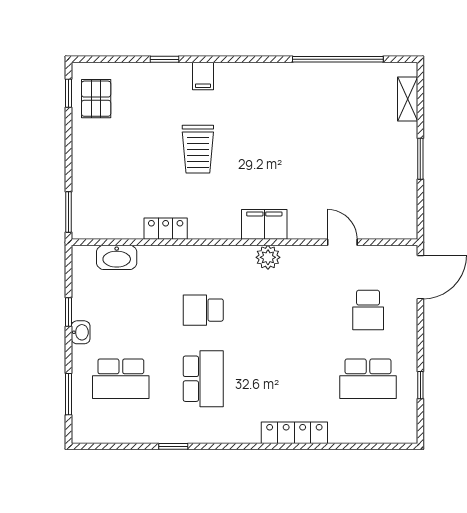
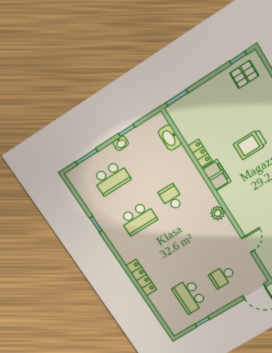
filing cabinet: (264, 224) -> (216, 175), moved
school desk: (121, 379) -> (111, 178), turned -90

